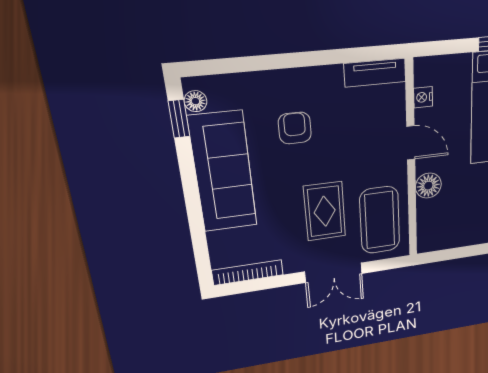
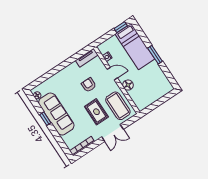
window: (179, 119) -> (45, 119), moved
armchair: (295, 128) -> (89, 85), moved

